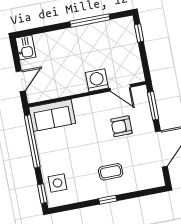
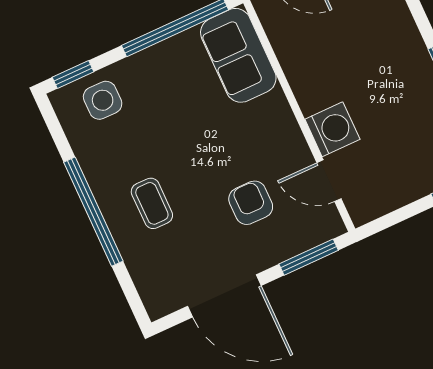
door: (120, 88) -> (329, 181), hinge flipped
window: (108, 200) -> (93, 212), width x3.17

